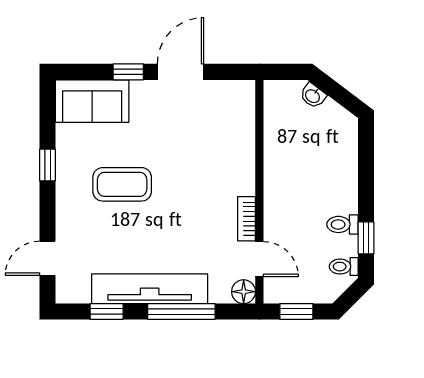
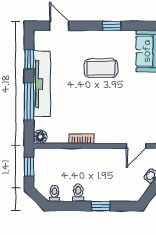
coffee table: (122, 184) -> (101, 68), turned 90
window: (366, 238) -> (101, 206), moved
door: (259, 259) -> (136, 146), moved

